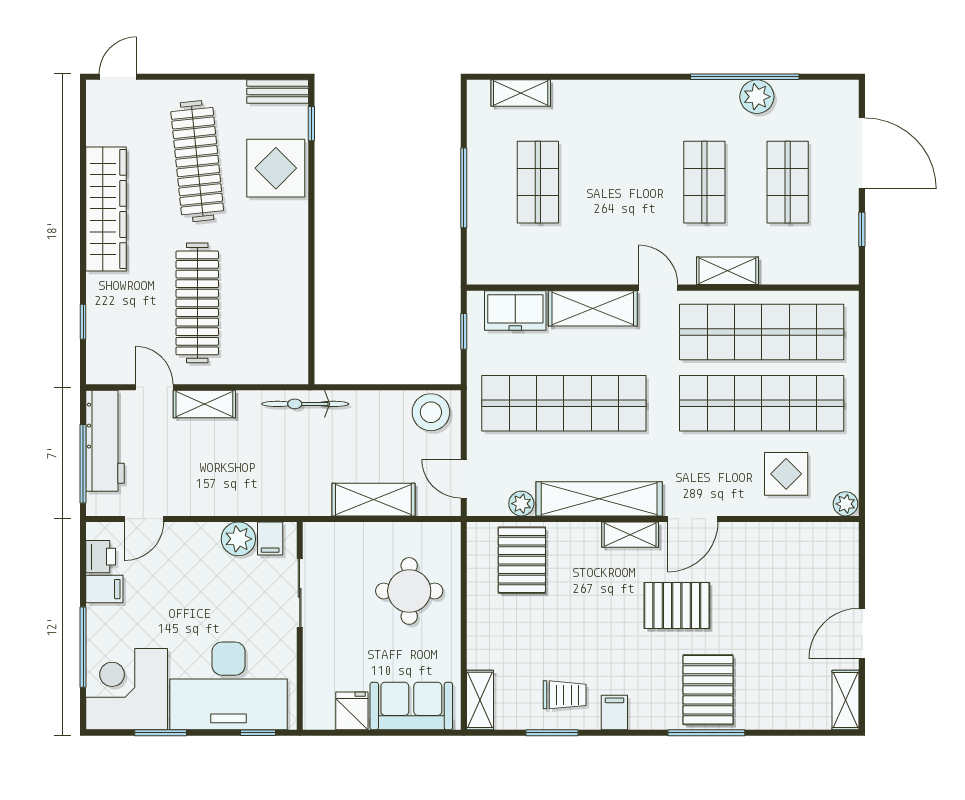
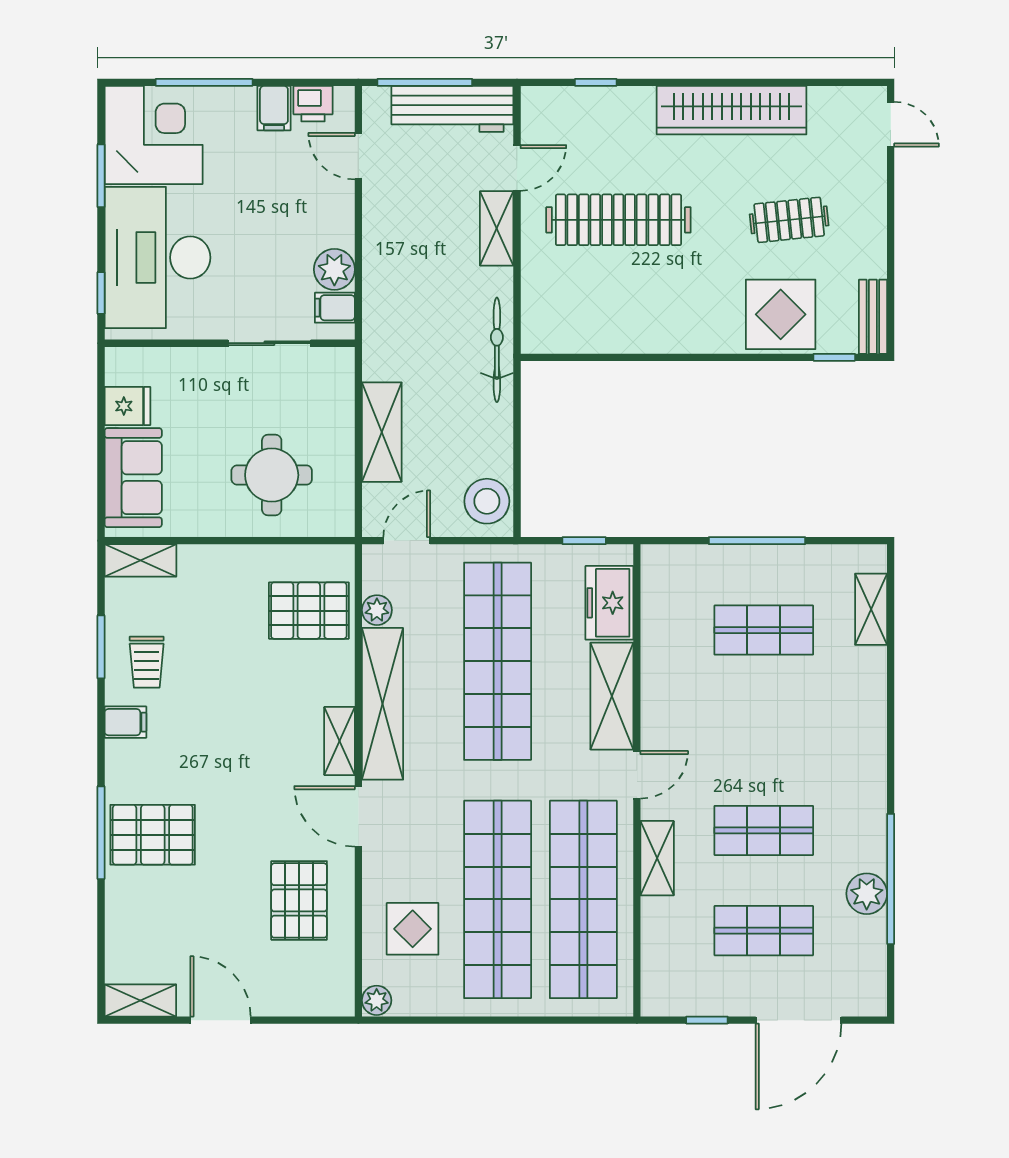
clothes rail: (197, 161) -> (789, 220), width x0.54, depth x0.76
pallet: (677, 606) -> (299, 900), moved

